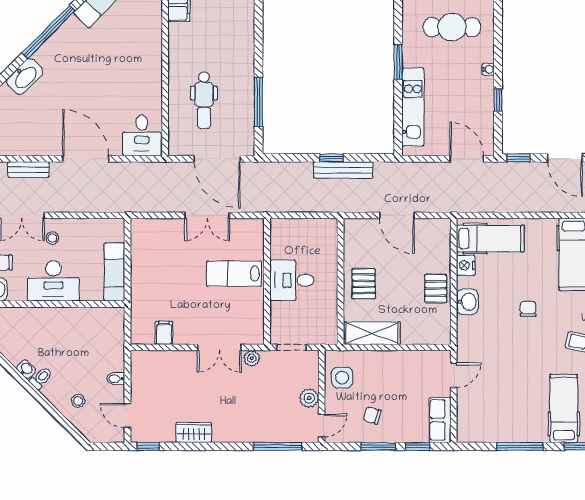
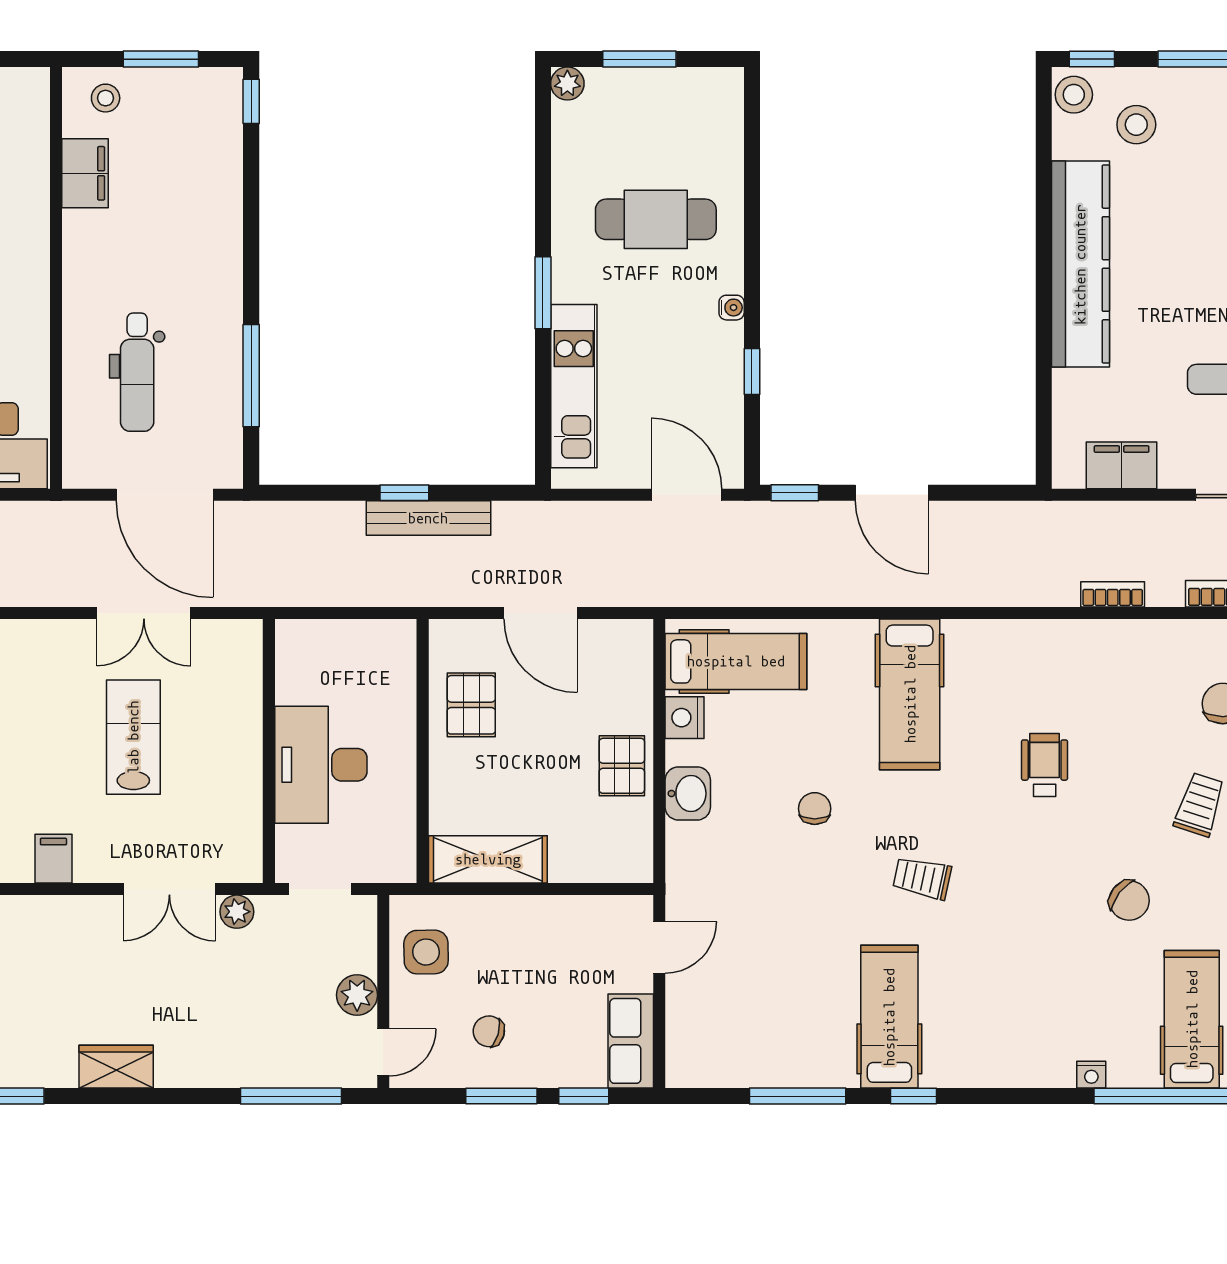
lab bench: (234, 274) -> (133, 737), moved, turned 90
desk: (292, 280) -> (321, 765), width x1.37
pallet: (364, 284) -> (471, 705), moved

